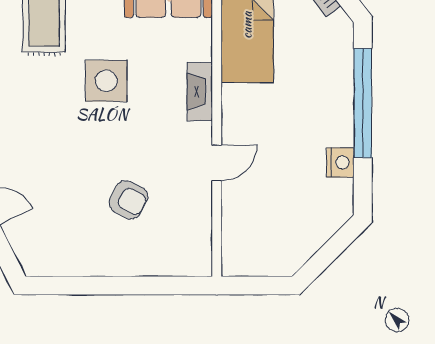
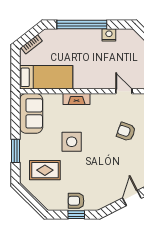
door: (217, 163) -> (124, 91), moved
armchair: (128, 200) -> (126, 132), turned -97

